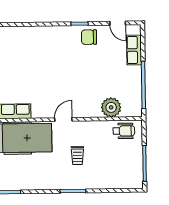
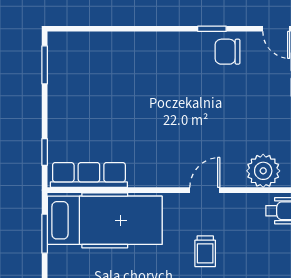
door: (63, 120) -> (205, 190), moved

